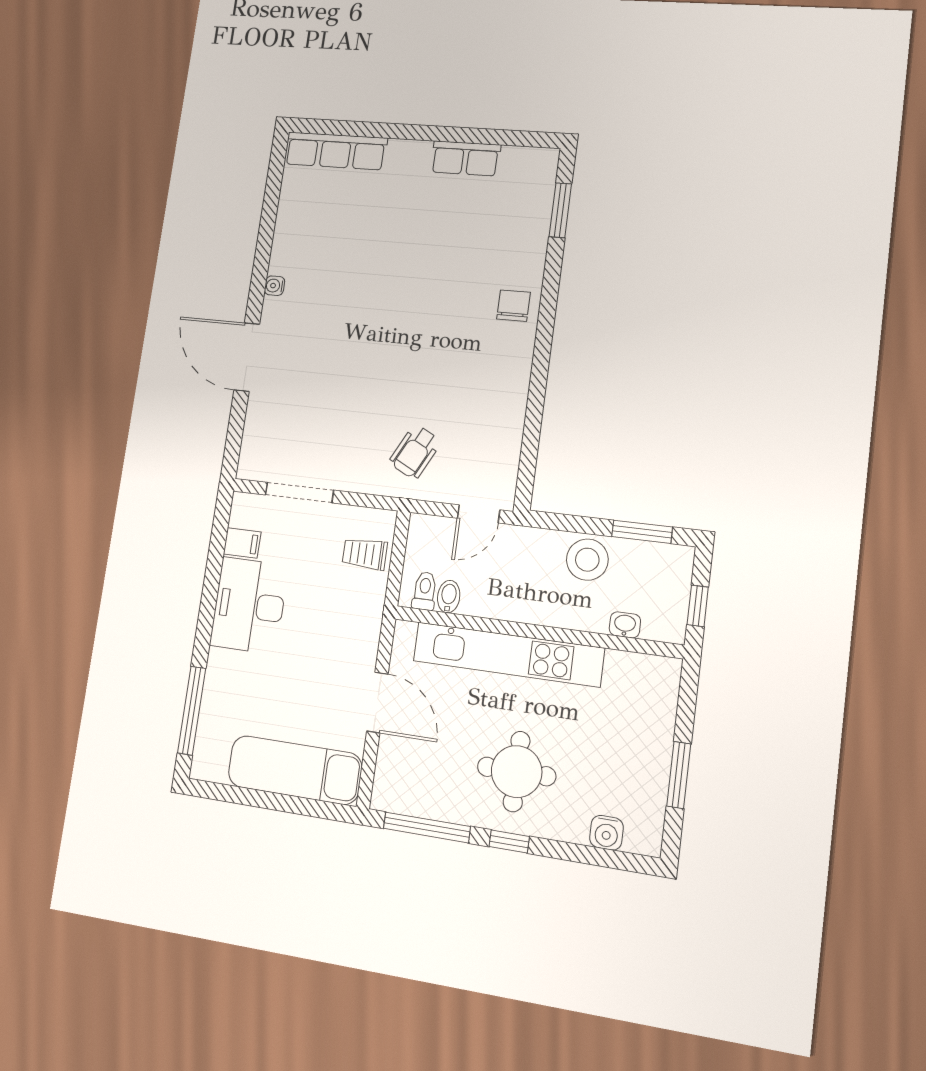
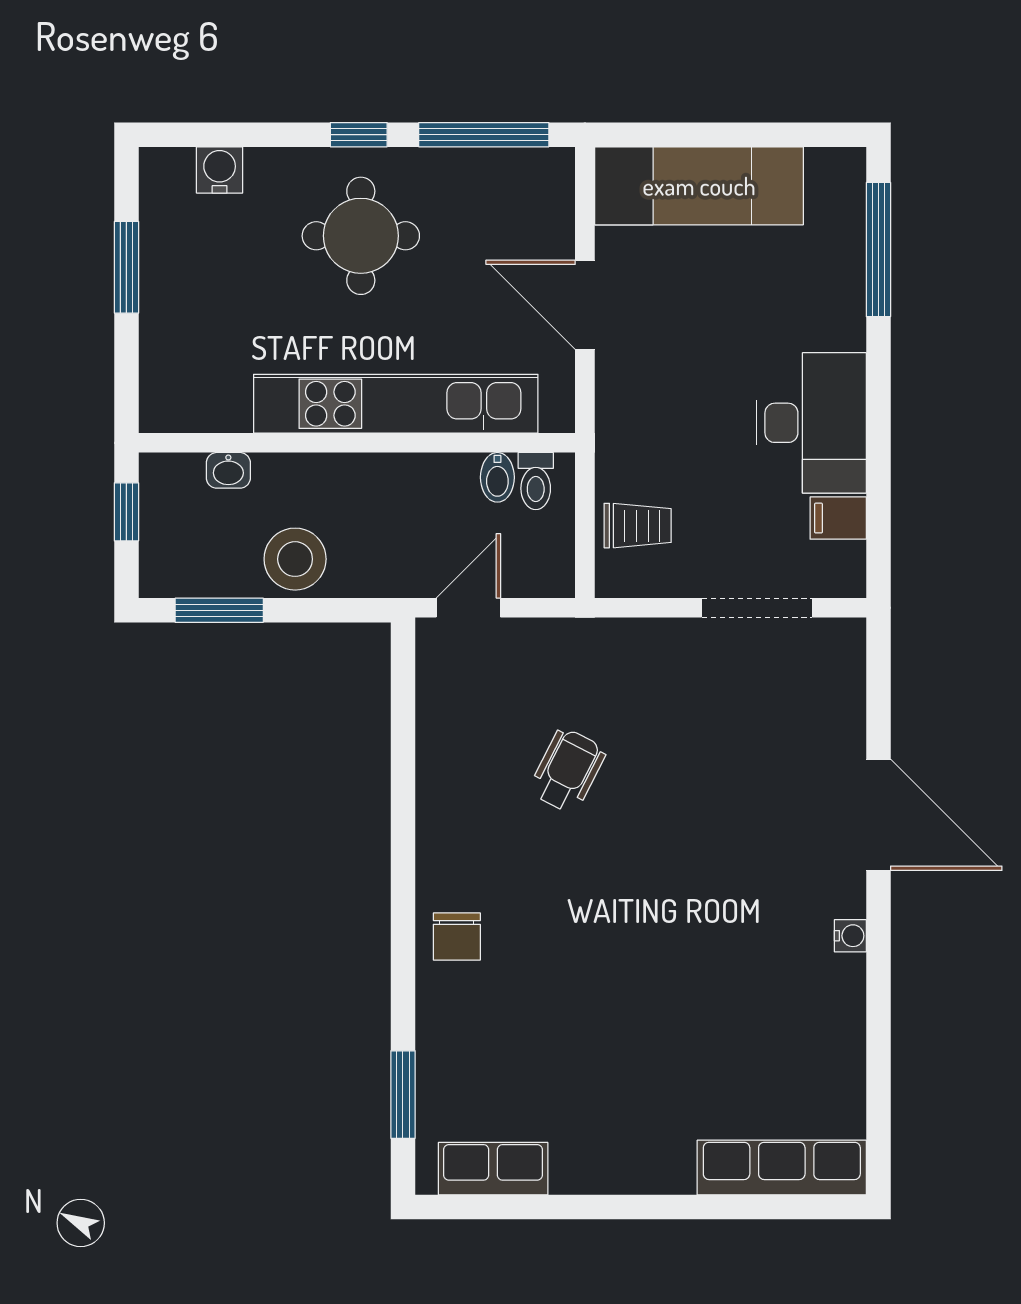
row of seats: (465, 158) -> (493, 1169), moved
wheelchair: (415, 452) -> (567, 770), moved

